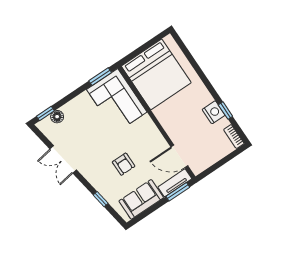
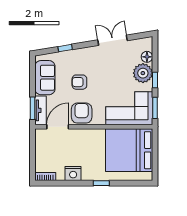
plant: (75, 110) -> (143, 73), added
window: (225, 111) -> (101, 183), moved
window: (45, 113) -> (155, 80), moved
armchair: (151, 142) -> (82, 113), added

